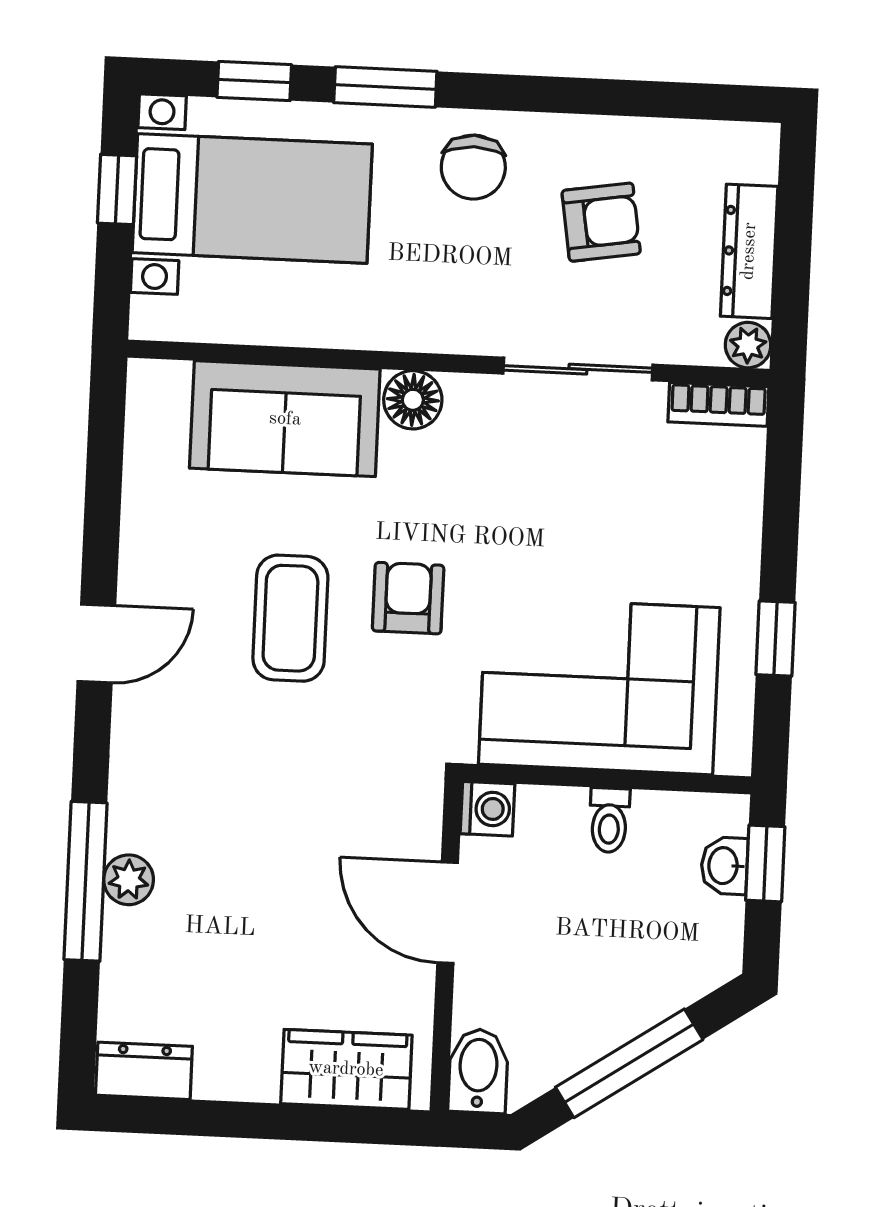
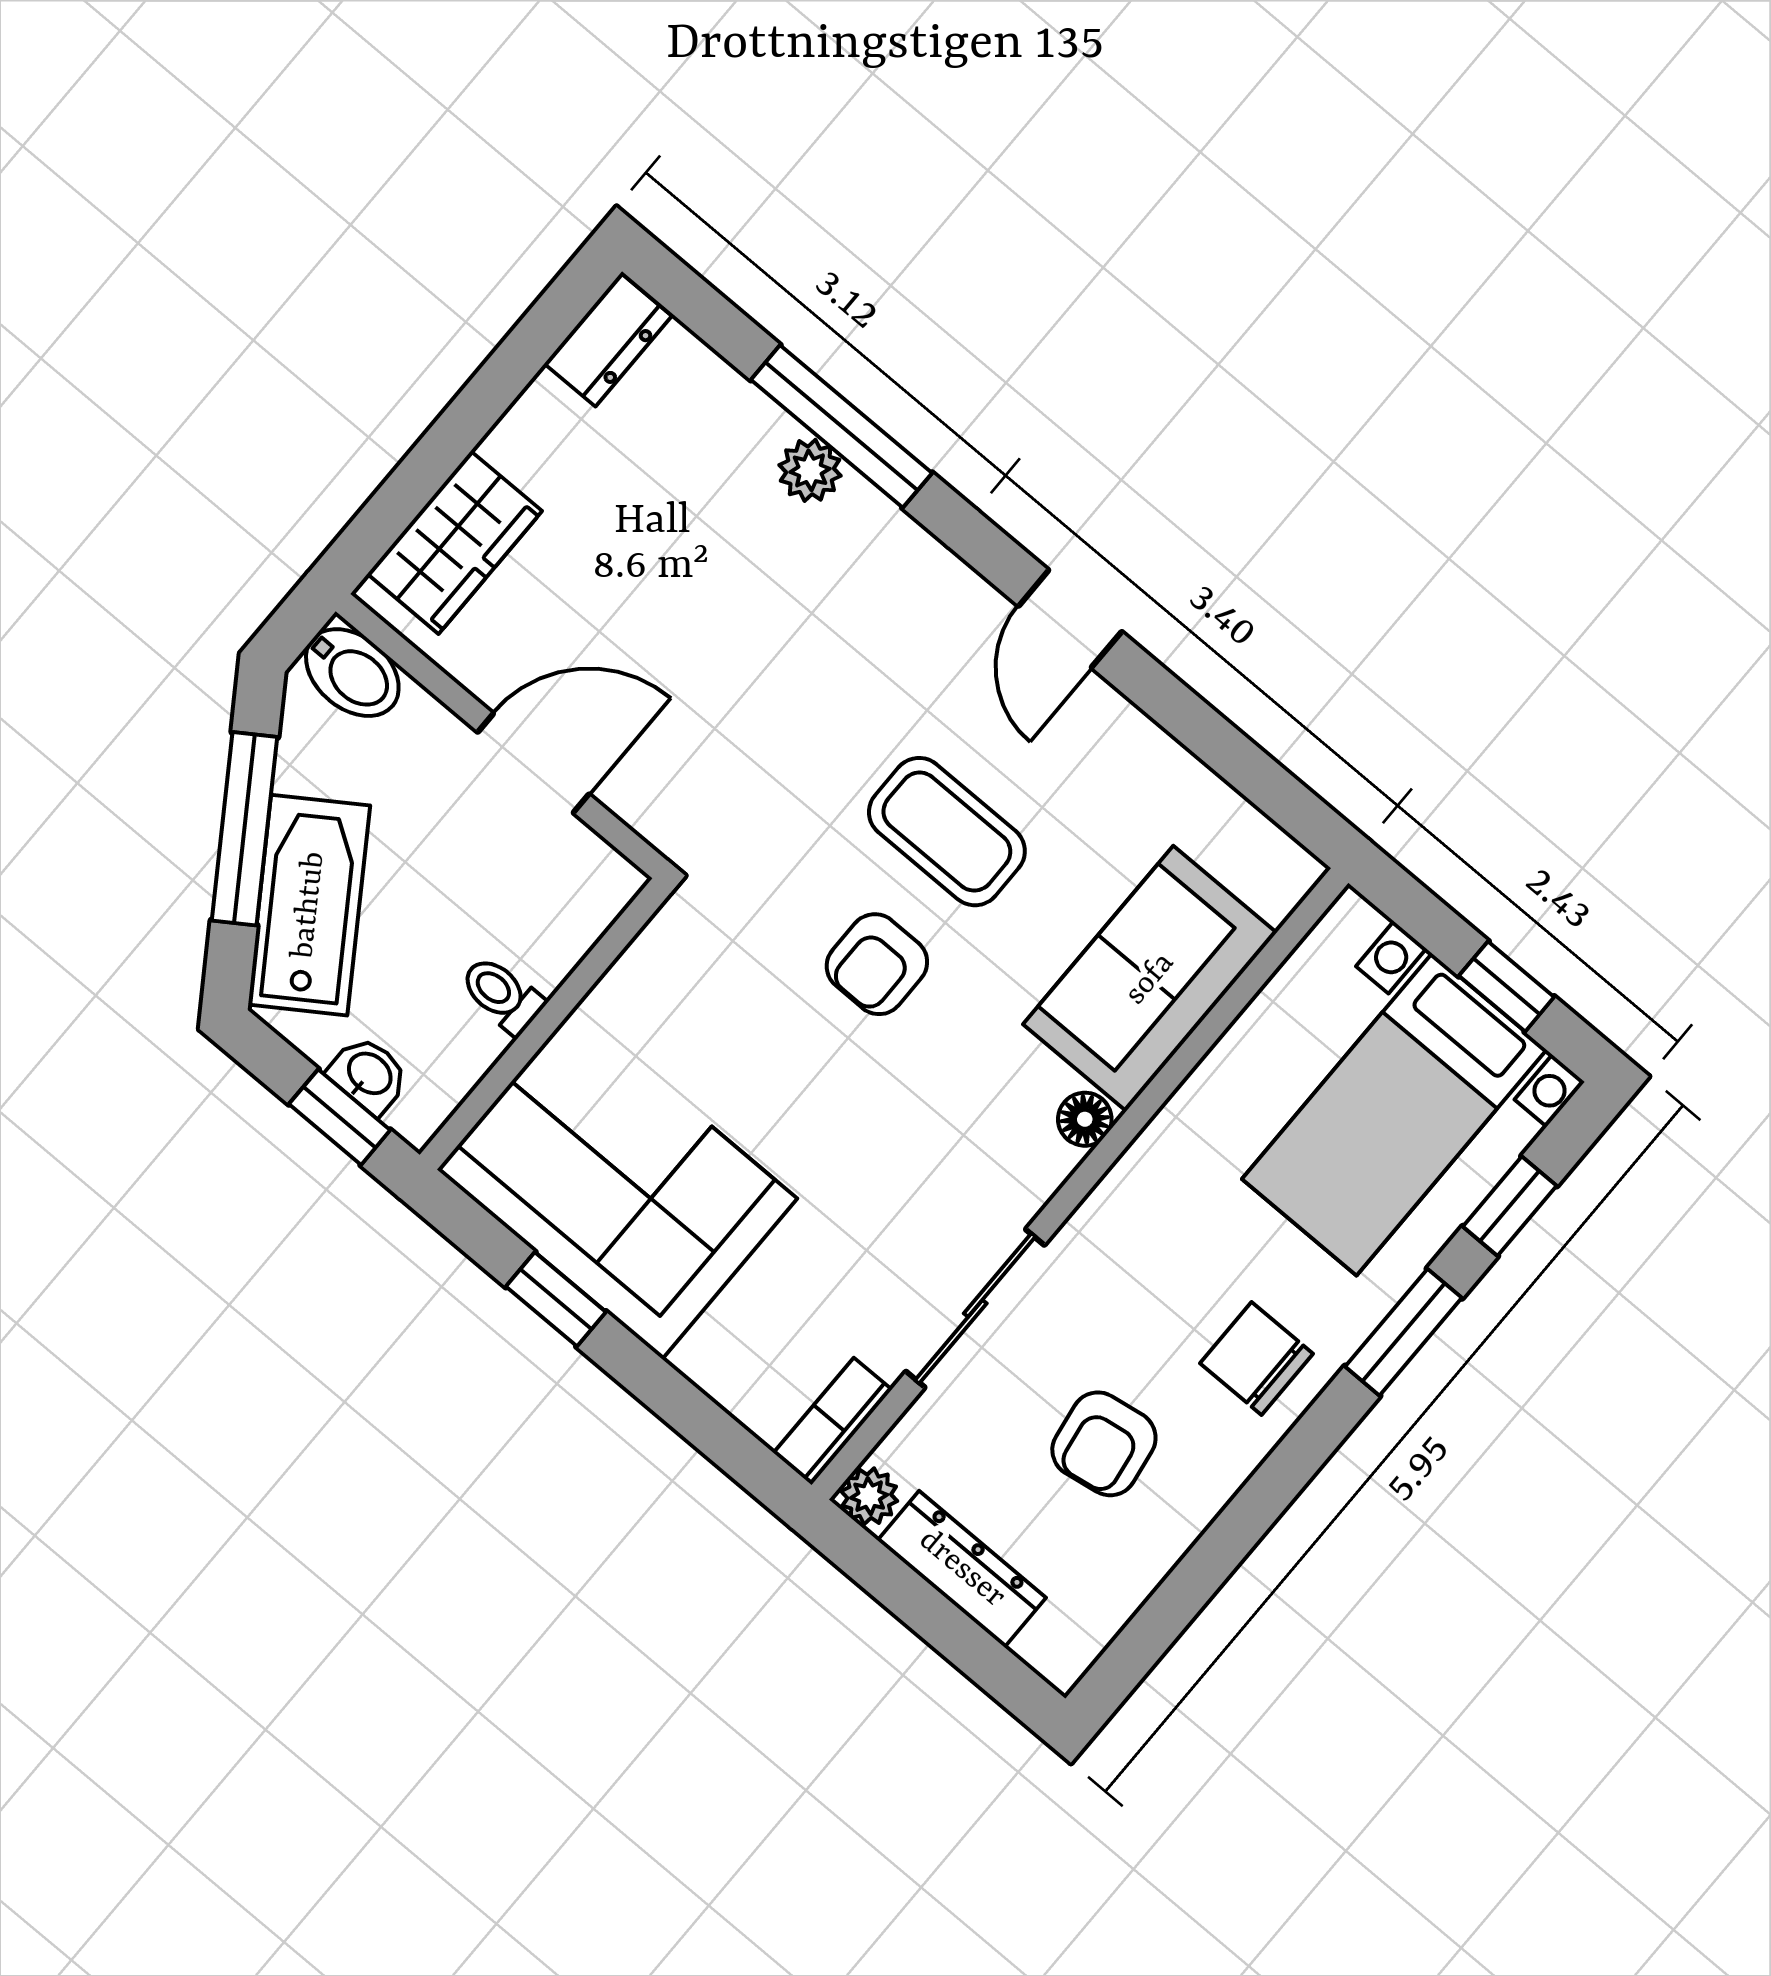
floor lamp: (413, 400) -> (1085, 1119), width x0.73, depth x0.73
armchair: (408, 598) -> (877, 964), turned 90
corner sofa: (599, 686) -> (617, 1184), moved, turned -90
washing machine: (488, 809) -> (606, 882), removed
bathtub: (646, 986) -> (309, 905), added

